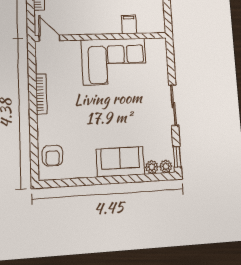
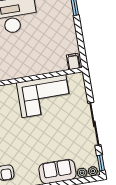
filing cabinet: (129, 24) -> (73, 62), moved
sliding door: (174, 105) -> (94, 124), width x1.37

